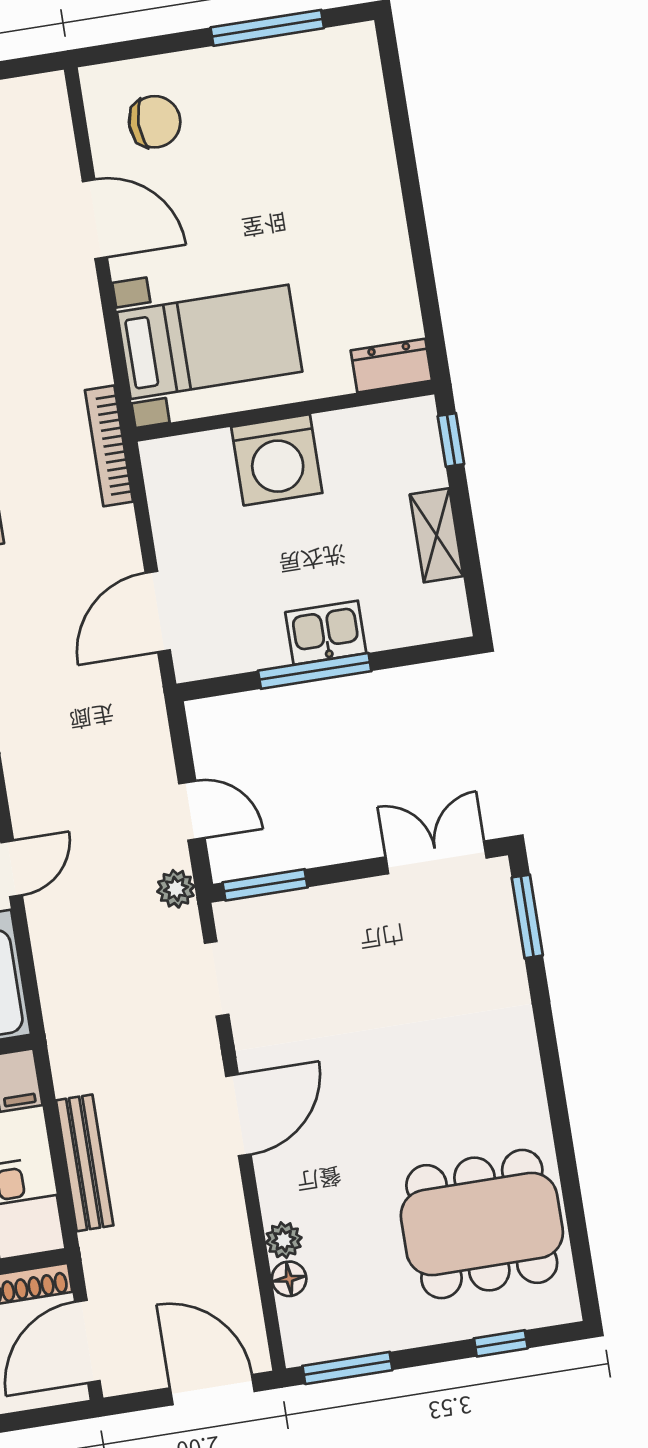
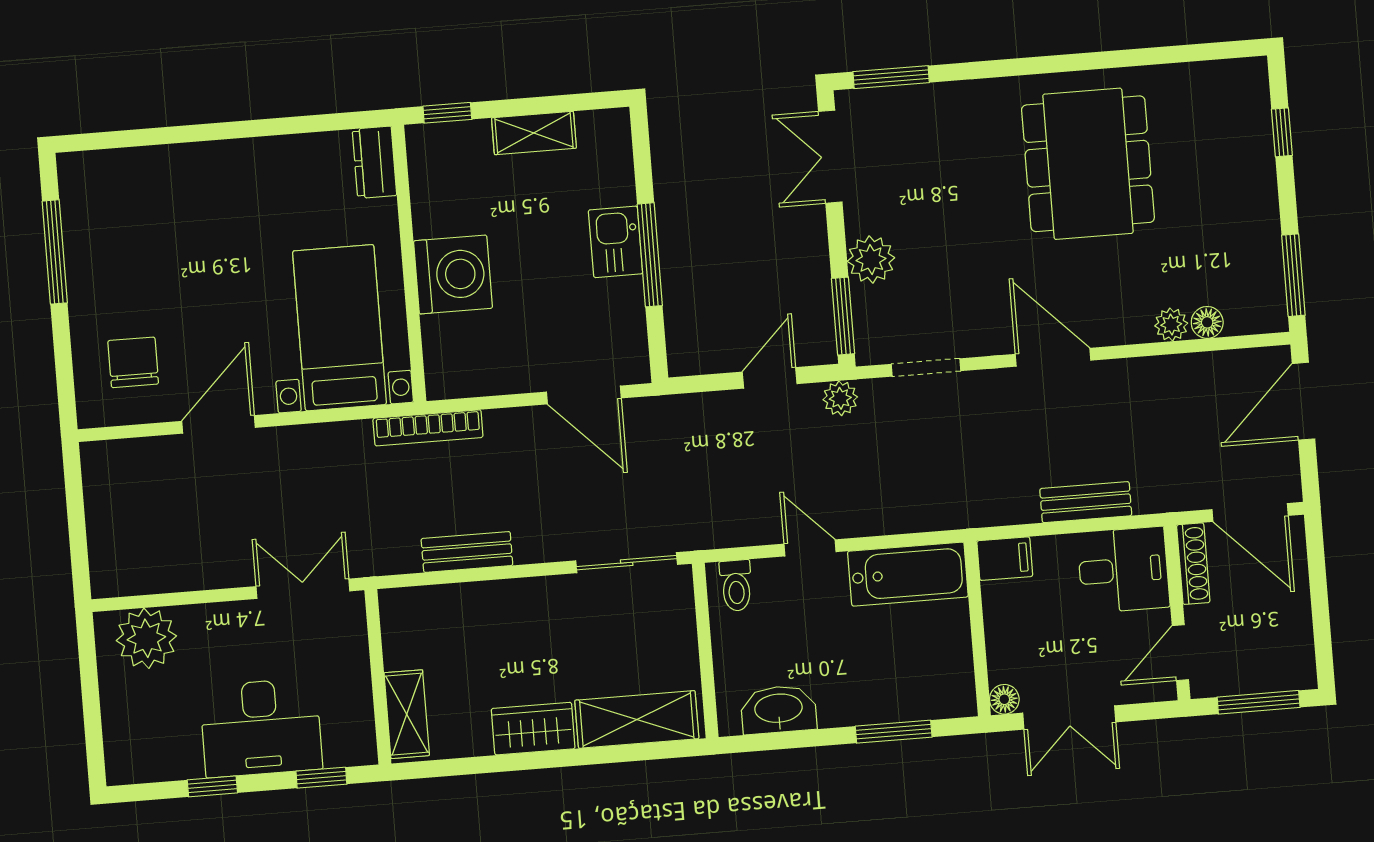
plant: (328, 910) -> (871, 260), added
bench: (85, 1163) -> (1086, 502), width x0.73
dining table: (482, 1224) -> (1088, 164), moved

